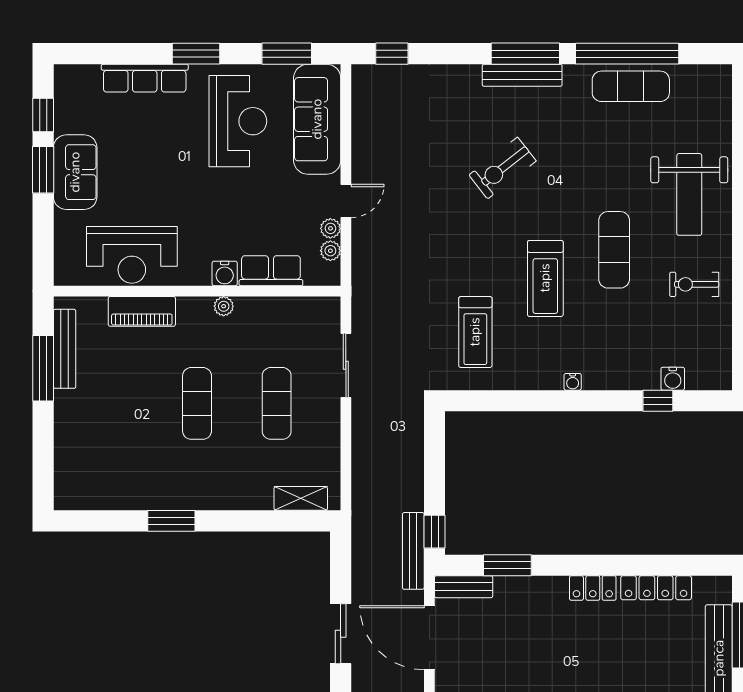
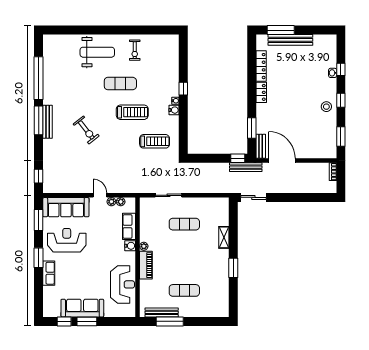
row of seats: (145, 78) -> (49, 273), width x0.68
exercise mat: (631, 86) -> (52, 77), removed
sofa: (75, 172) -> (82, 308), width x1.36
piano: (142, 311) -> (146, 265), moved
water cooler: (673, 379) -> (174, 110), moved
window: (658, 401) -> (183, 89), moved
exercise mat: (197, 403) -> (184, 290), moved
shelving: (301, 498) -> (224, 237), moved
sliding door: (341, 634) -> (253, 197), moved
door: (429, 638) -> (282, 160), swing flipped

